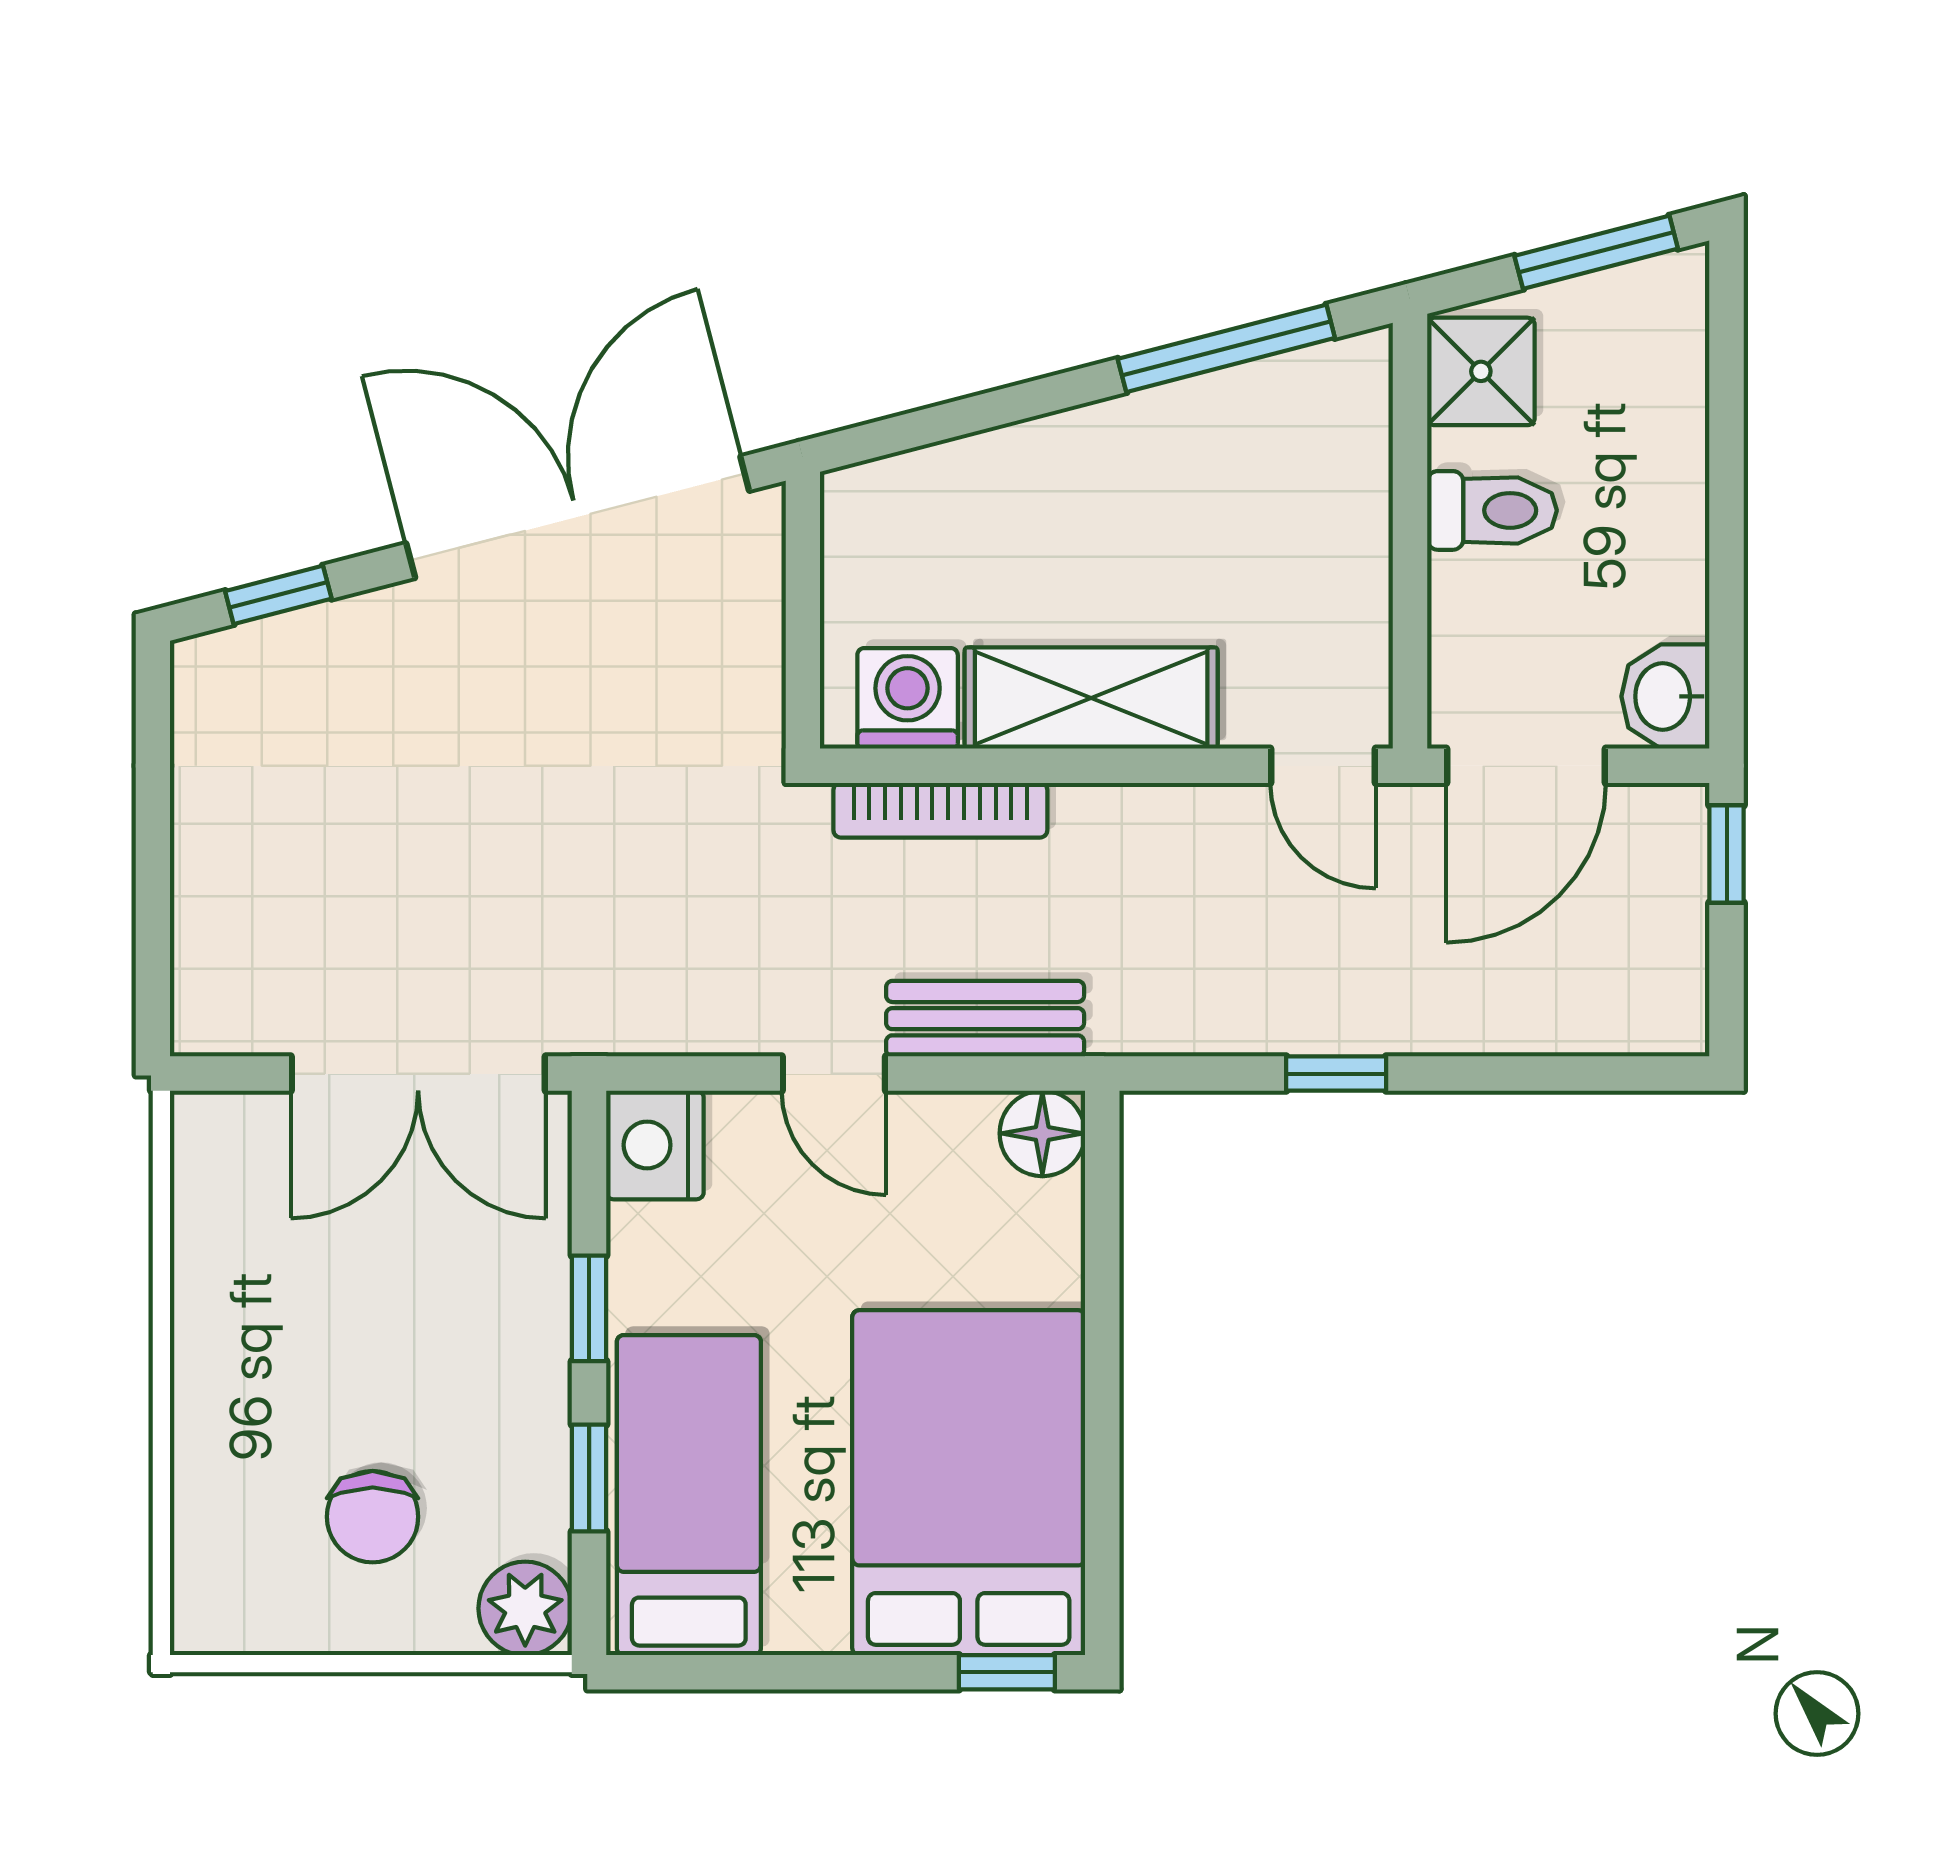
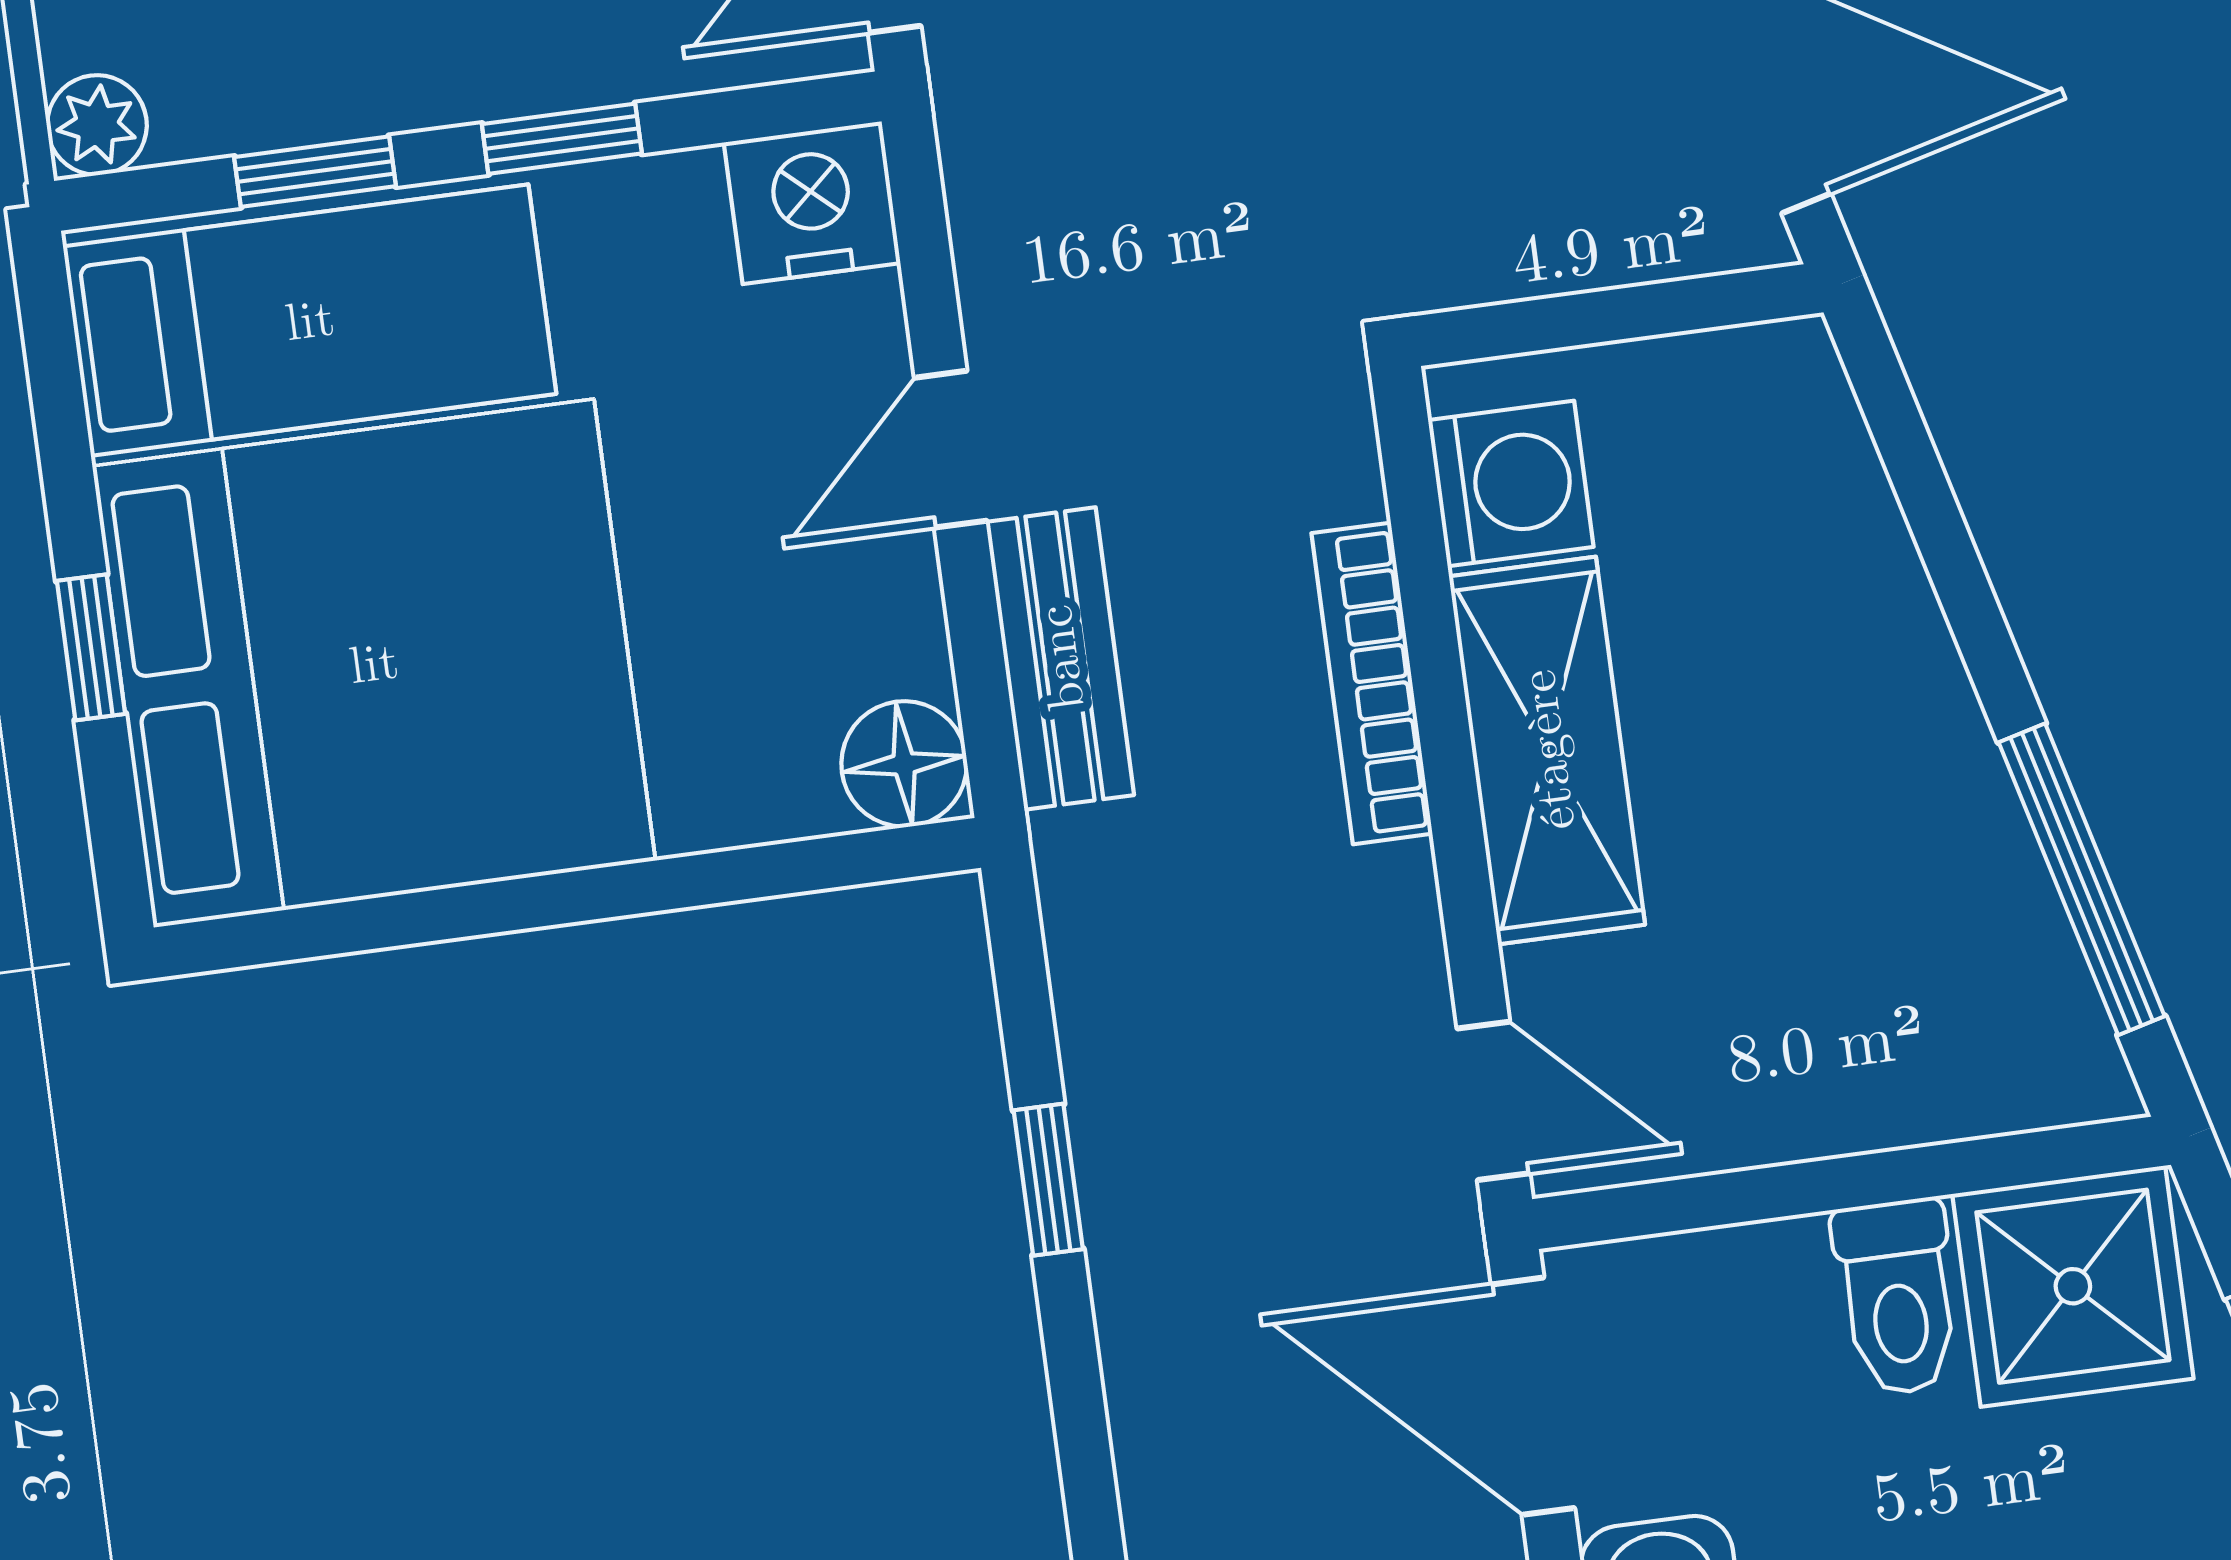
shower: (1481, 371) -> (2073, 1286), width x1.36, depth x1.36
door: (1323, 766) -> (1493, 1101), swing flipped
bookcase: (940, 810) -> (1372, 683), moved
bed: (969, 1483) -> (374, 663), width x1.36
plant: (525, 1608) -> (97, 125), width x0.73, depth x0.73
window: (1007, 1672) -> (91, 647), moved

